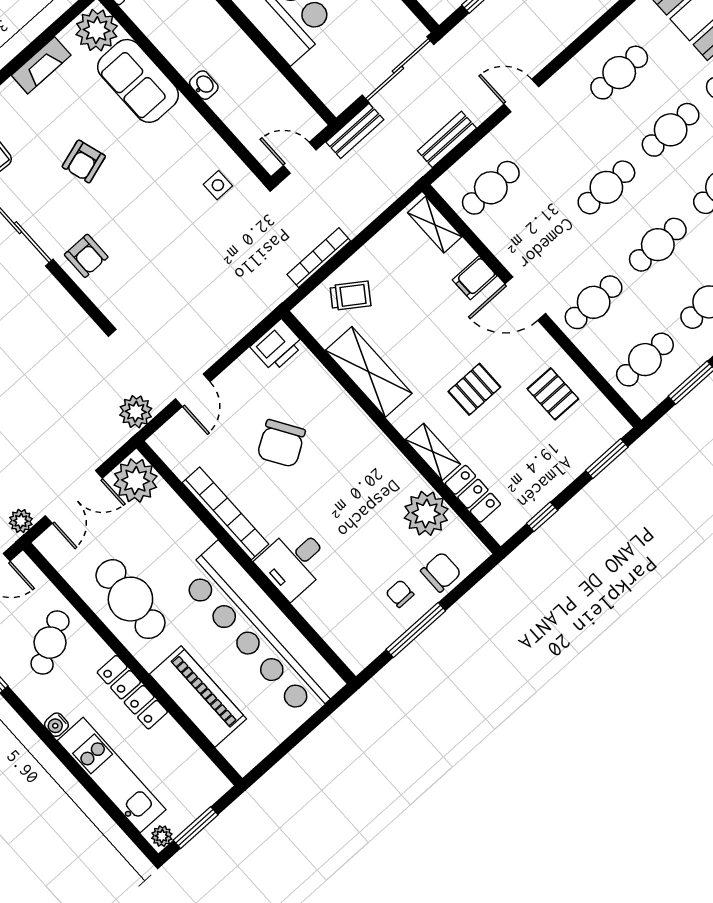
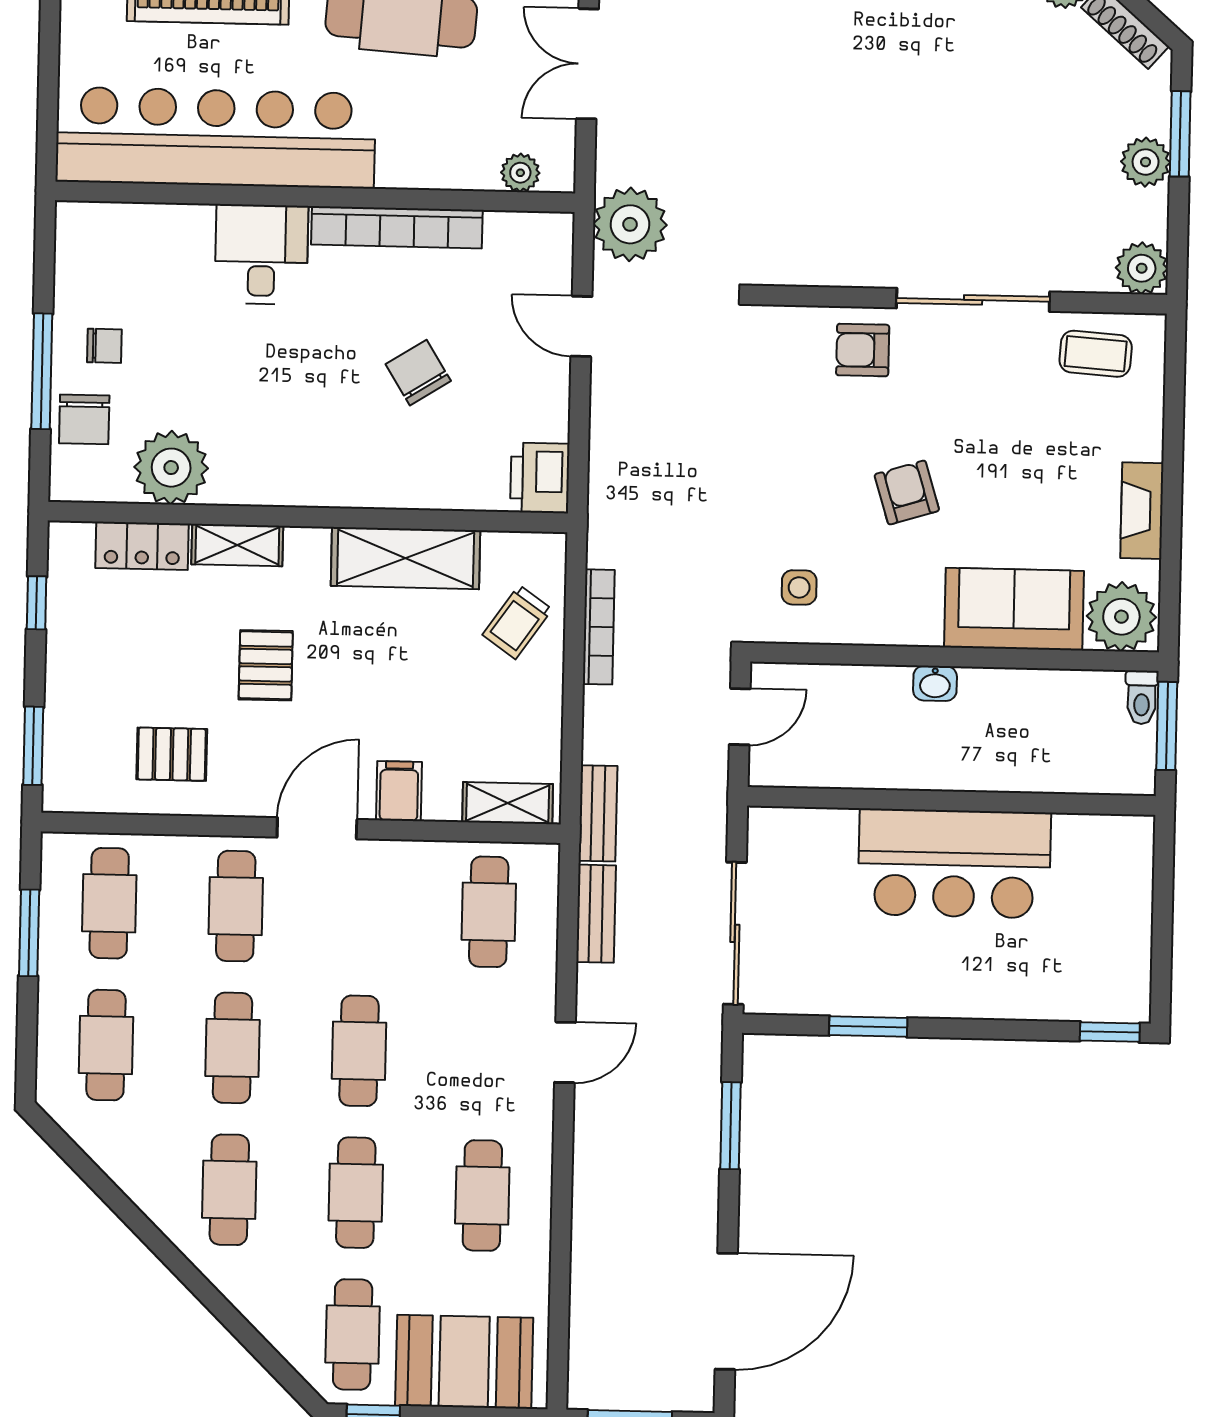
bench: (355, 131) -> (598, 813), moved
armchair: (84, 161) -> (907, 493), moved
plant: (136, 412) -> (630, 224), width x1.36, depth x1.36
chair: (281, 443) -> (418, 373), width x0.73, depth x0.73
plant: (136, 481) -> (520, 173), width x0.53, depth x0.53
window: (416, 630) -> (42, 371), moved

